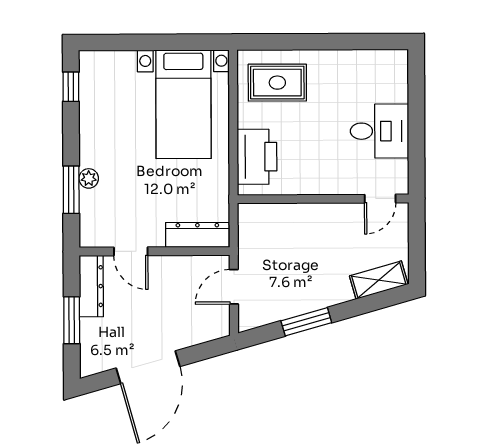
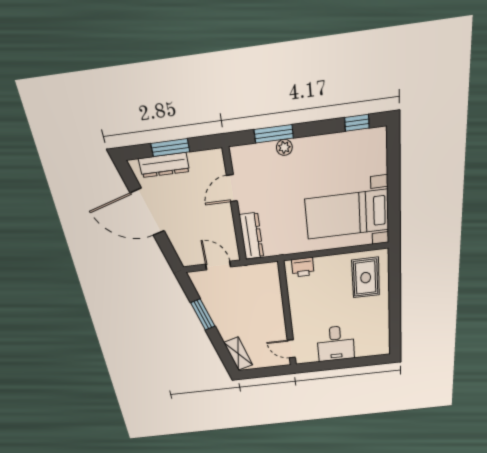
printer: (257, 157) -> (303, 267), width x0.53, depth x0.68
dresser: (91, 286) -> (164, 165), moved

